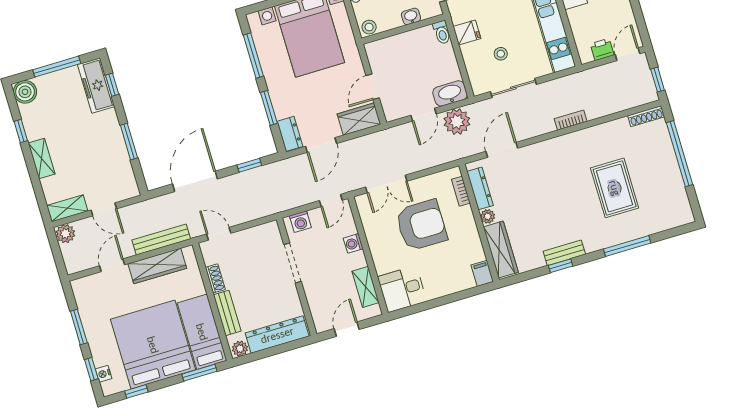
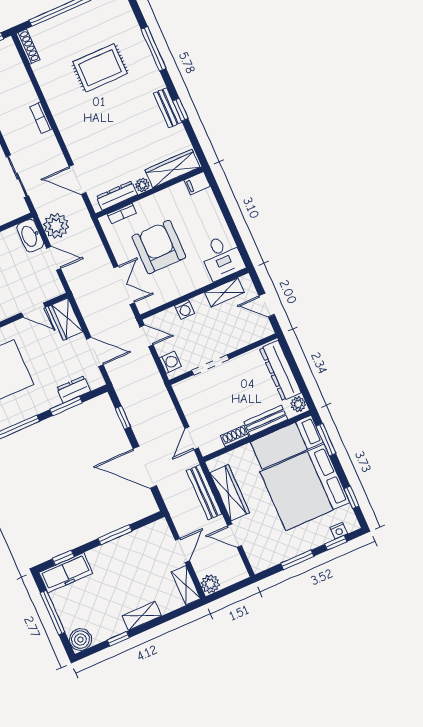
dresser: (290, 134) -> (74, 389), moved

